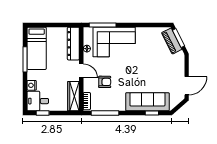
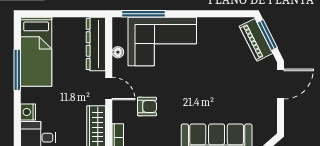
door: (187, 86) -> (280, 84), moved

